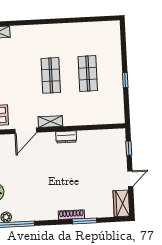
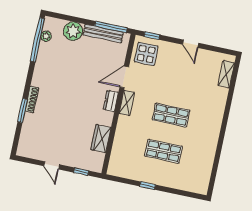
door: (26, 131) -> (124, 77), hinge flipped
dresser: (66, 137) -> (111, 101), moved
wardrobe: (121, 203) -> (101, 139), moved, turned -90

